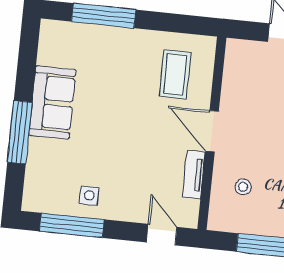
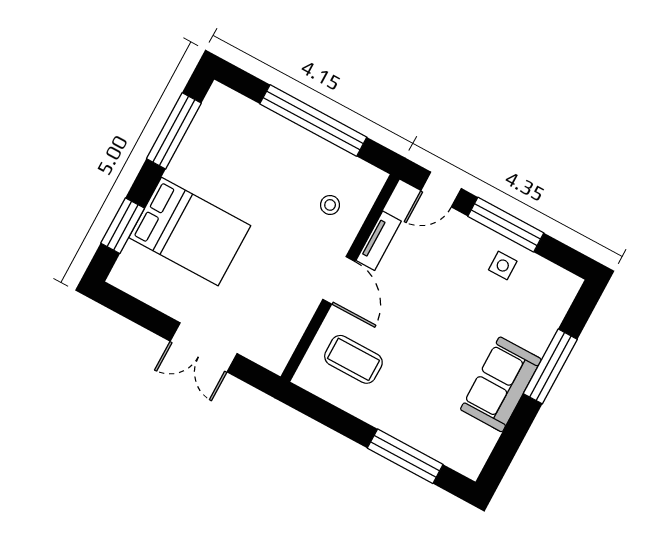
coffee table: (175, 74) -> (353, 359), turned 90
window: (72, 225) -> (506, 225), moved
door: (162, 235) -> (441, 190), hinge flipped

